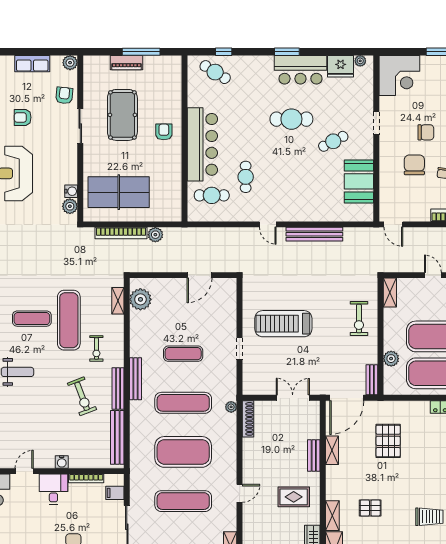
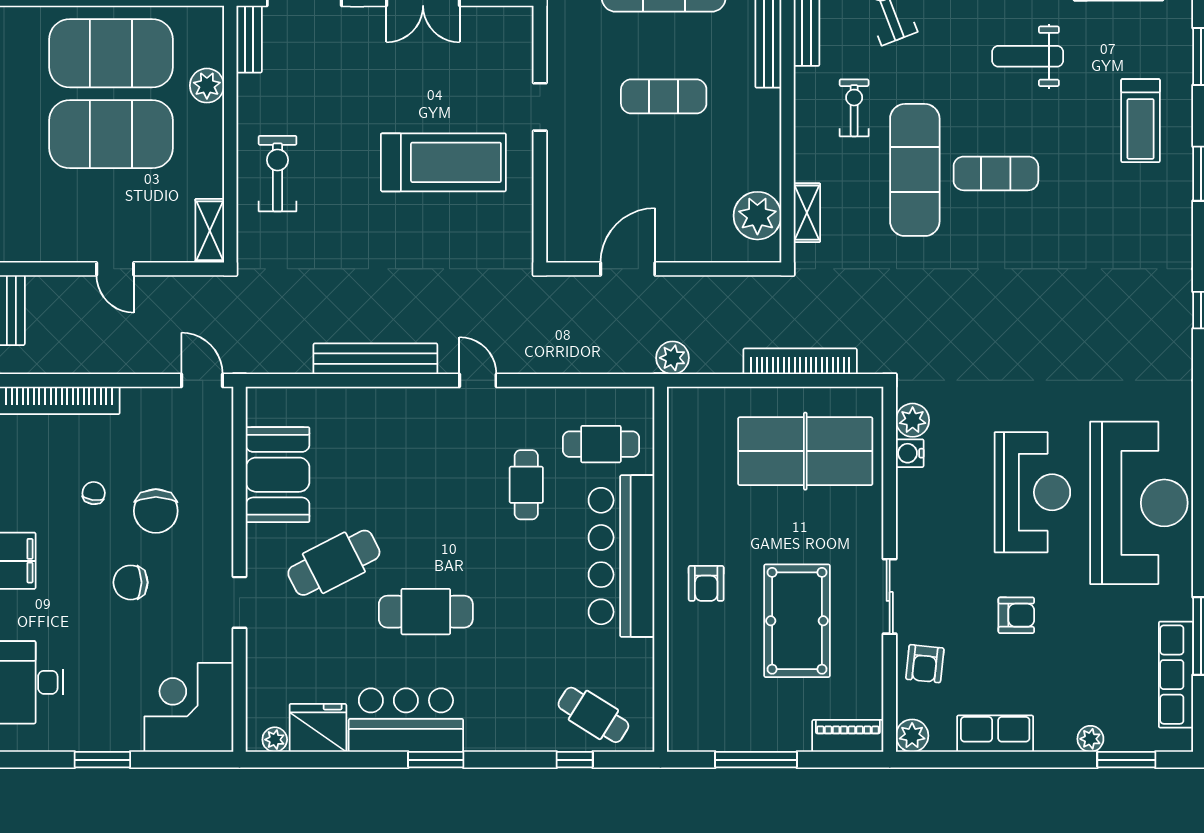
piano: (127, 63) -> (848, 736), moved
cafe table: (333, 141) -> (334, 563), width x1.37, depth x1.35
plant: (155, 235) -> (673, 358), moved

